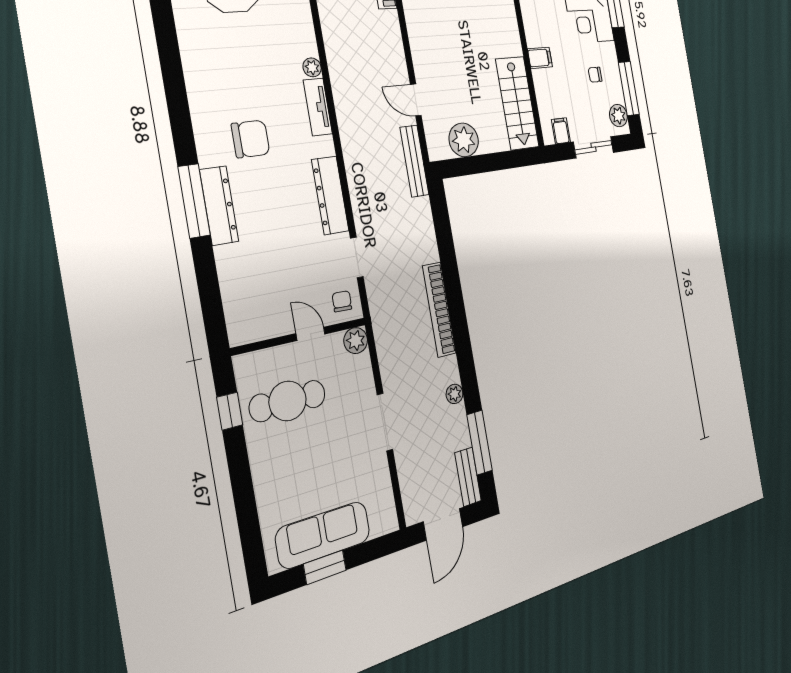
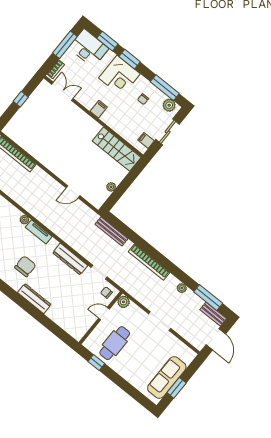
filing cabinet: (540, 58) -> (99, 109), moved
plant: (464, 140) -> (111, 187), width x0.53, depth x0.53
bench: (414, 161) -> (112, 231), moved
window: (194, 201) -> (25, 305), removed

